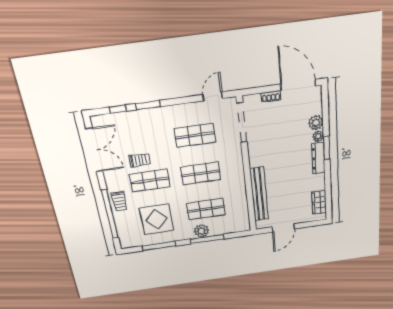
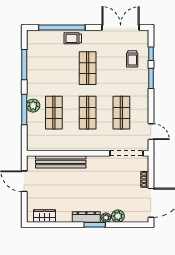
double door: (94, 150) -> (121, 28), swing flipped
trolley: (140, 160) -> (132, 59), moved
display table: (156, 219) -> (51, 67), removed

